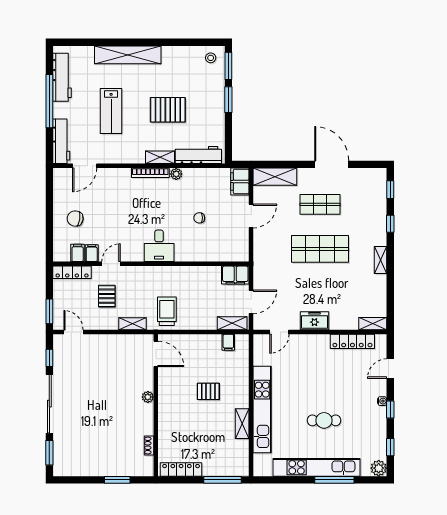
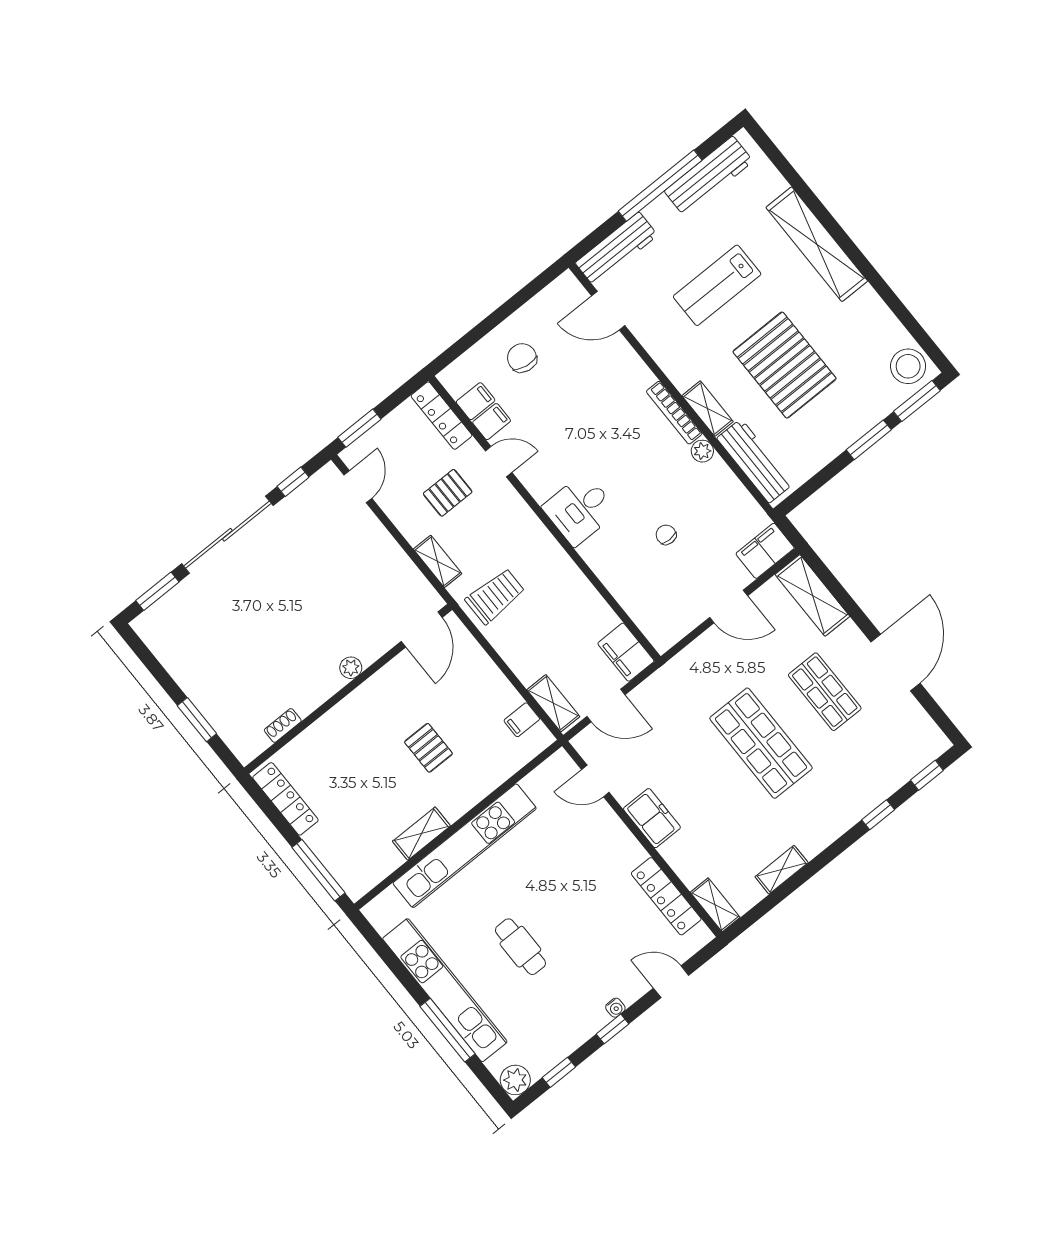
stool: (211, 58) -> (908, 366), width x1.89, depth x1.89
pallet: (168, 110) -> (785, 365), width x1.37, depth x1.41
shelving: (381, 260) -> (782, 870), moved

